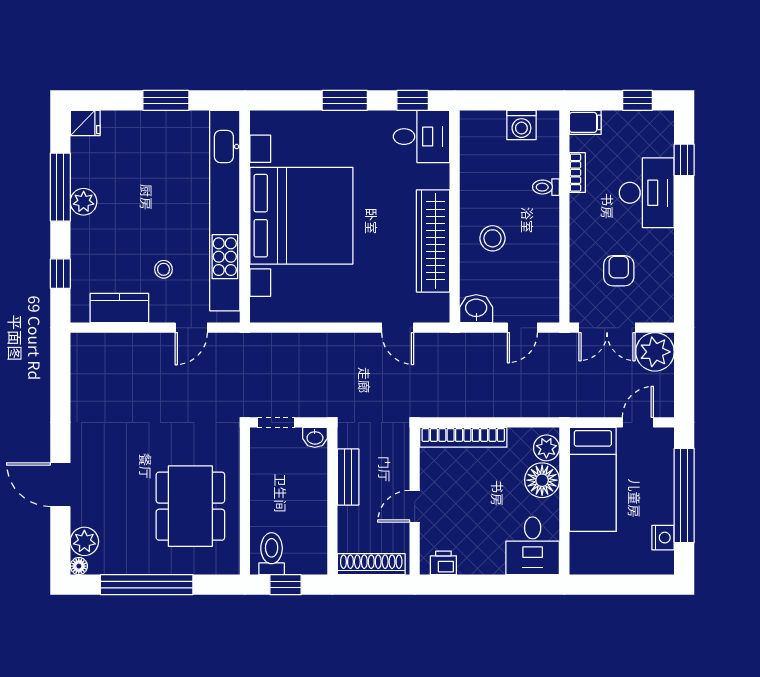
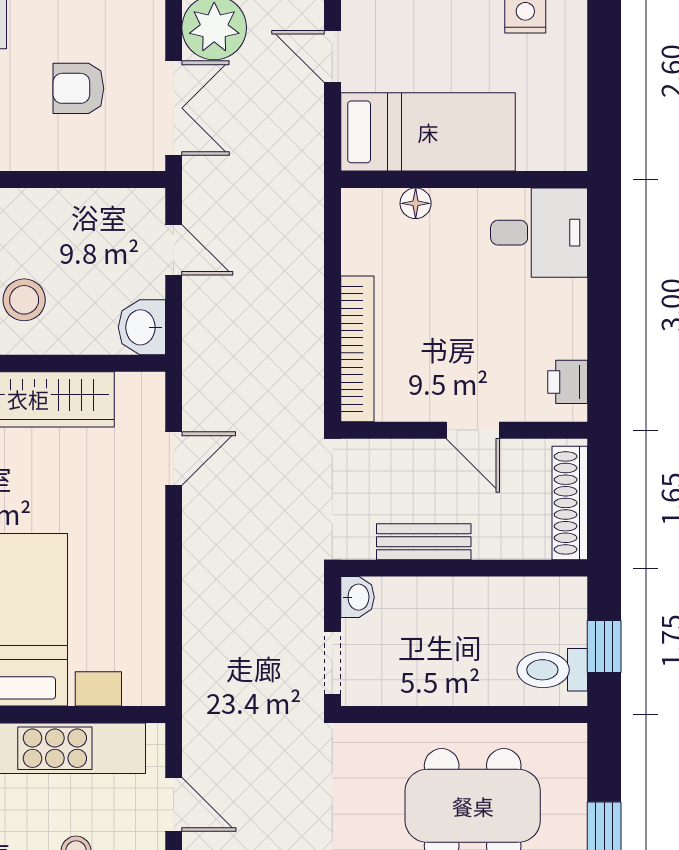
plant: (546, 448) -> (375, 209), removed
floor lamp: (542, 480) -> (416, 203), width x0.53, depth x0.53

